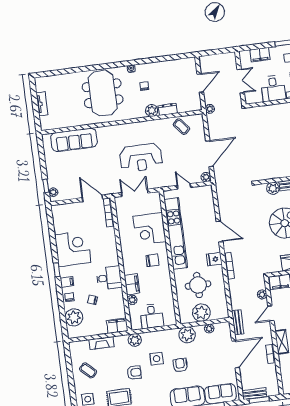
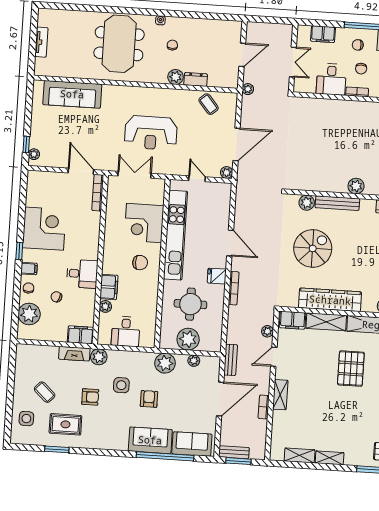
fireplace: (102, 343) -> (74, 354), moved
coffee table: (88, 370) -> (45, 392), moved

